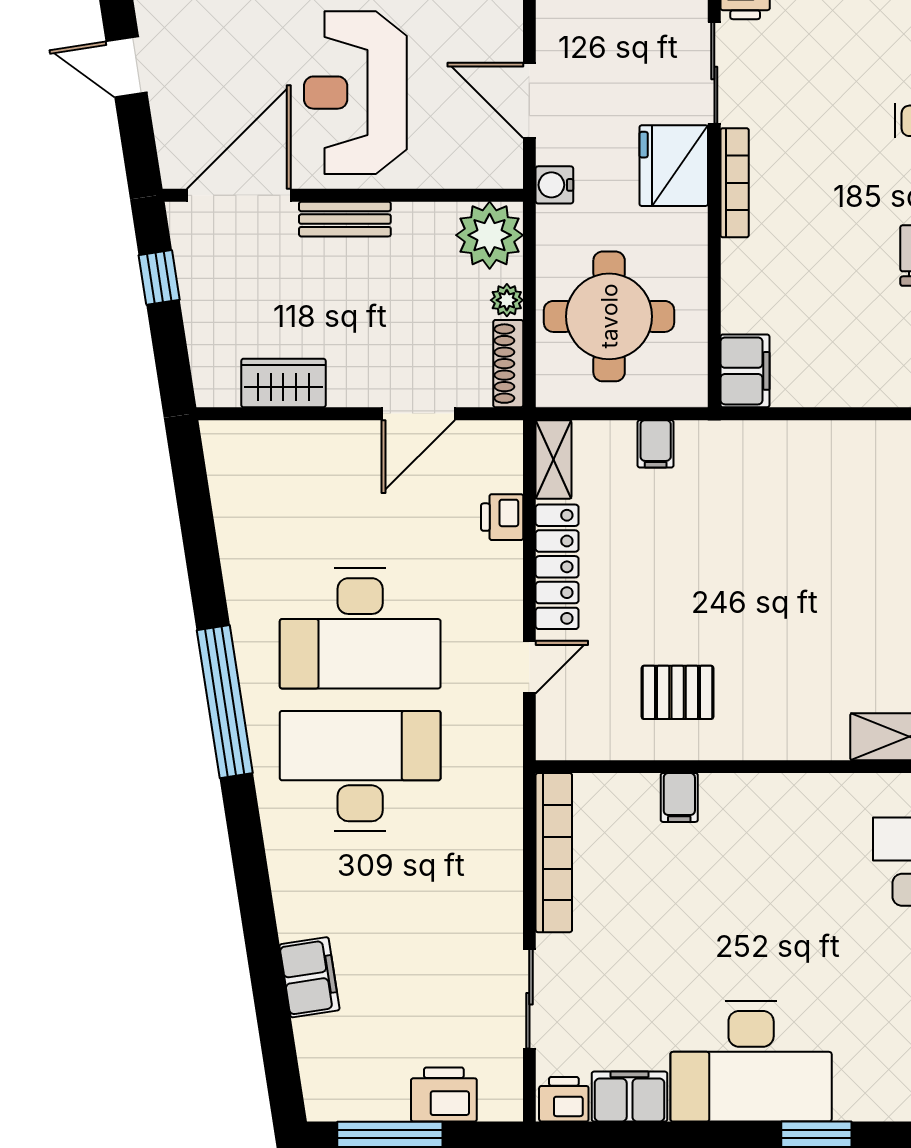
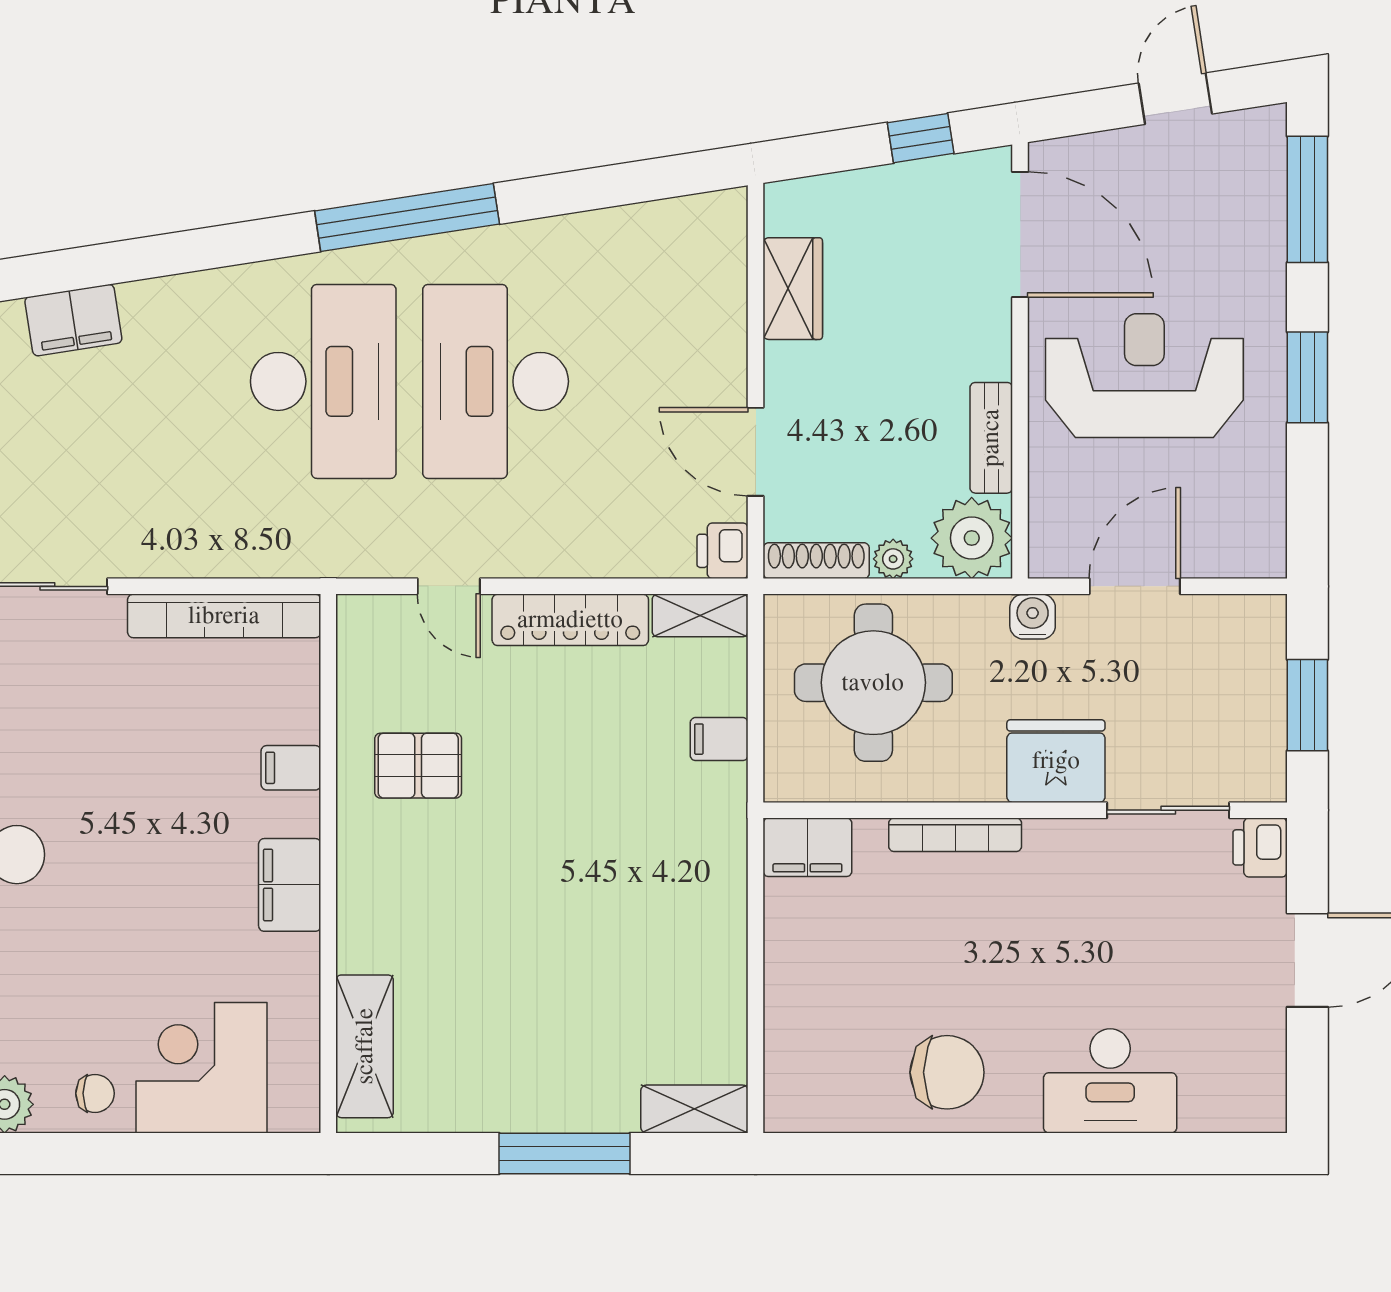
bookcase: (735, 183) -> (955, 835), moved
bench: (345, 219) -> (991, 438), moved
printer: (502, 517) -> (723, 551), moved, turned -90
pallet: (678, 692) -> (418, 766), turned 90
filing cabinet: (776, 799) -> (290, 885), added

